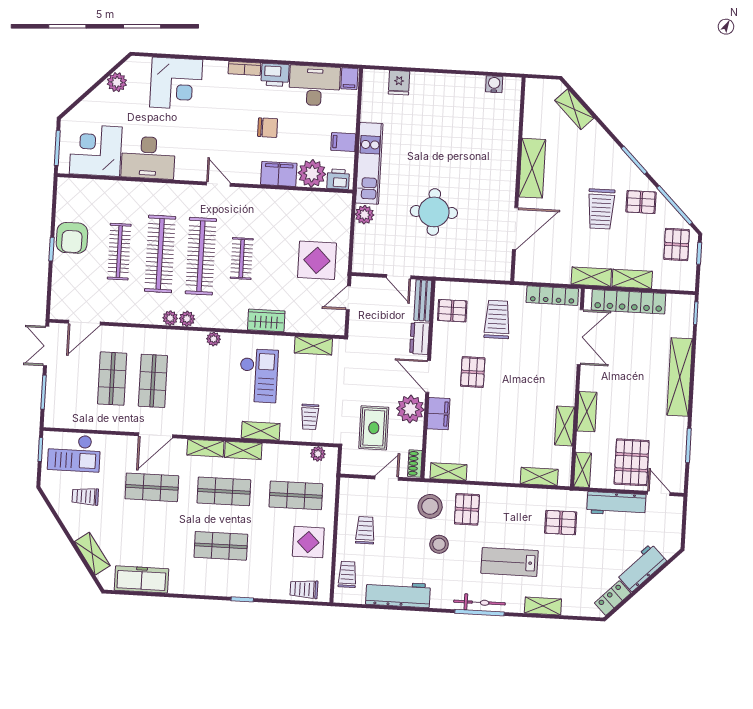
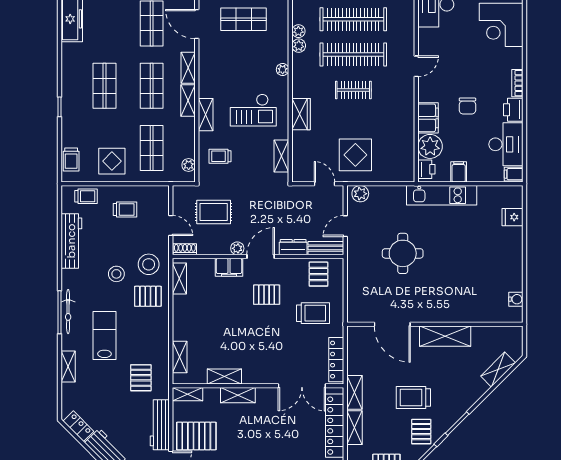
plant: (364, 215) -> (360, 194), moved
plant: (410, 409) -> (237, 248), width x0.53, depth x0.53
trolley: (304, 589) -> (71, 160), turned 180

